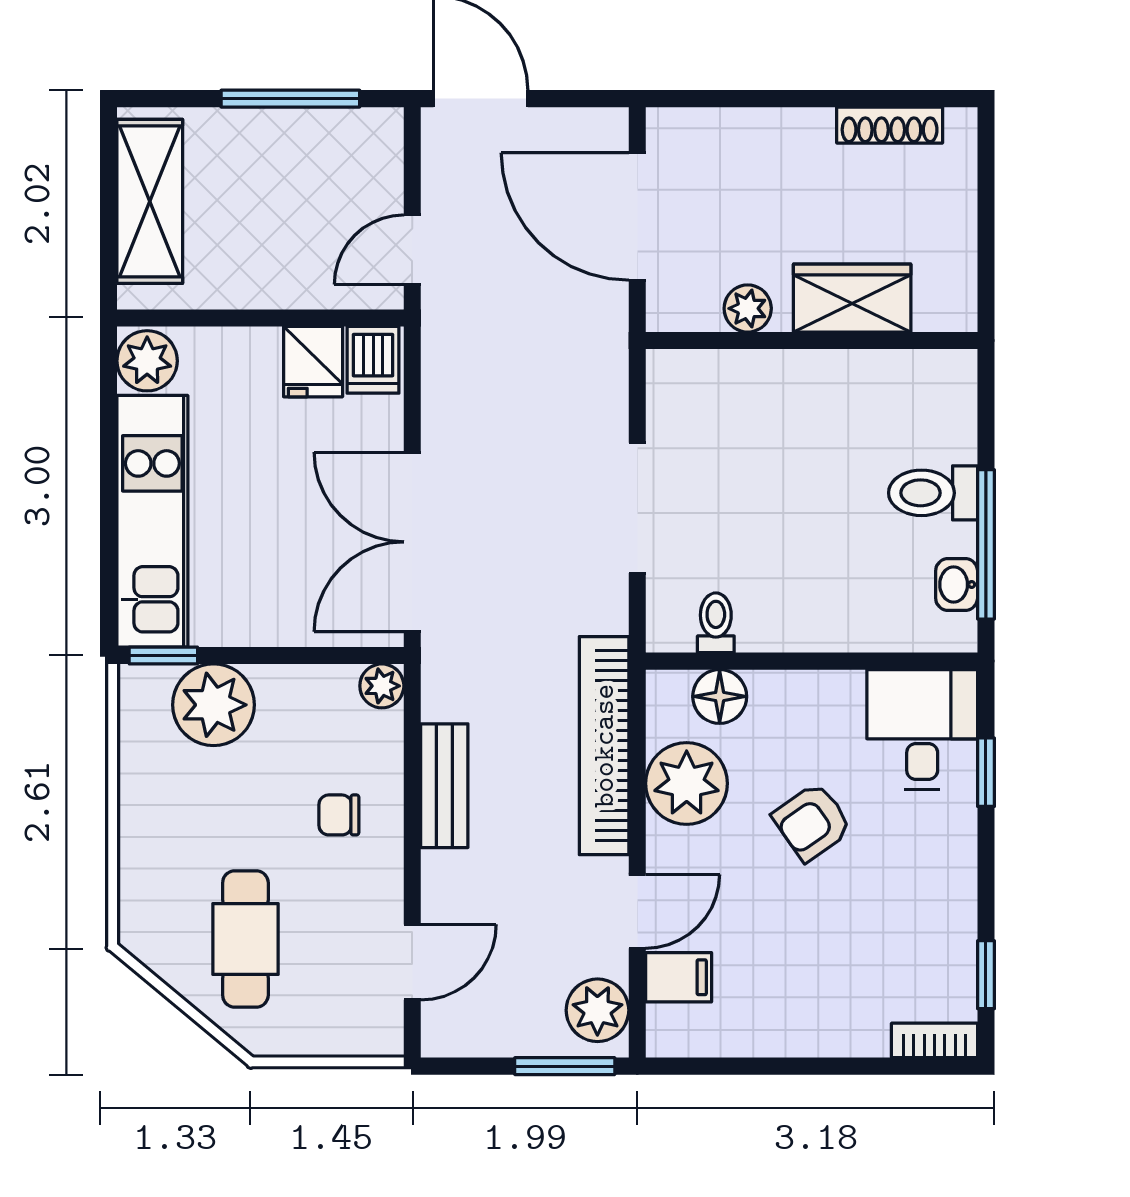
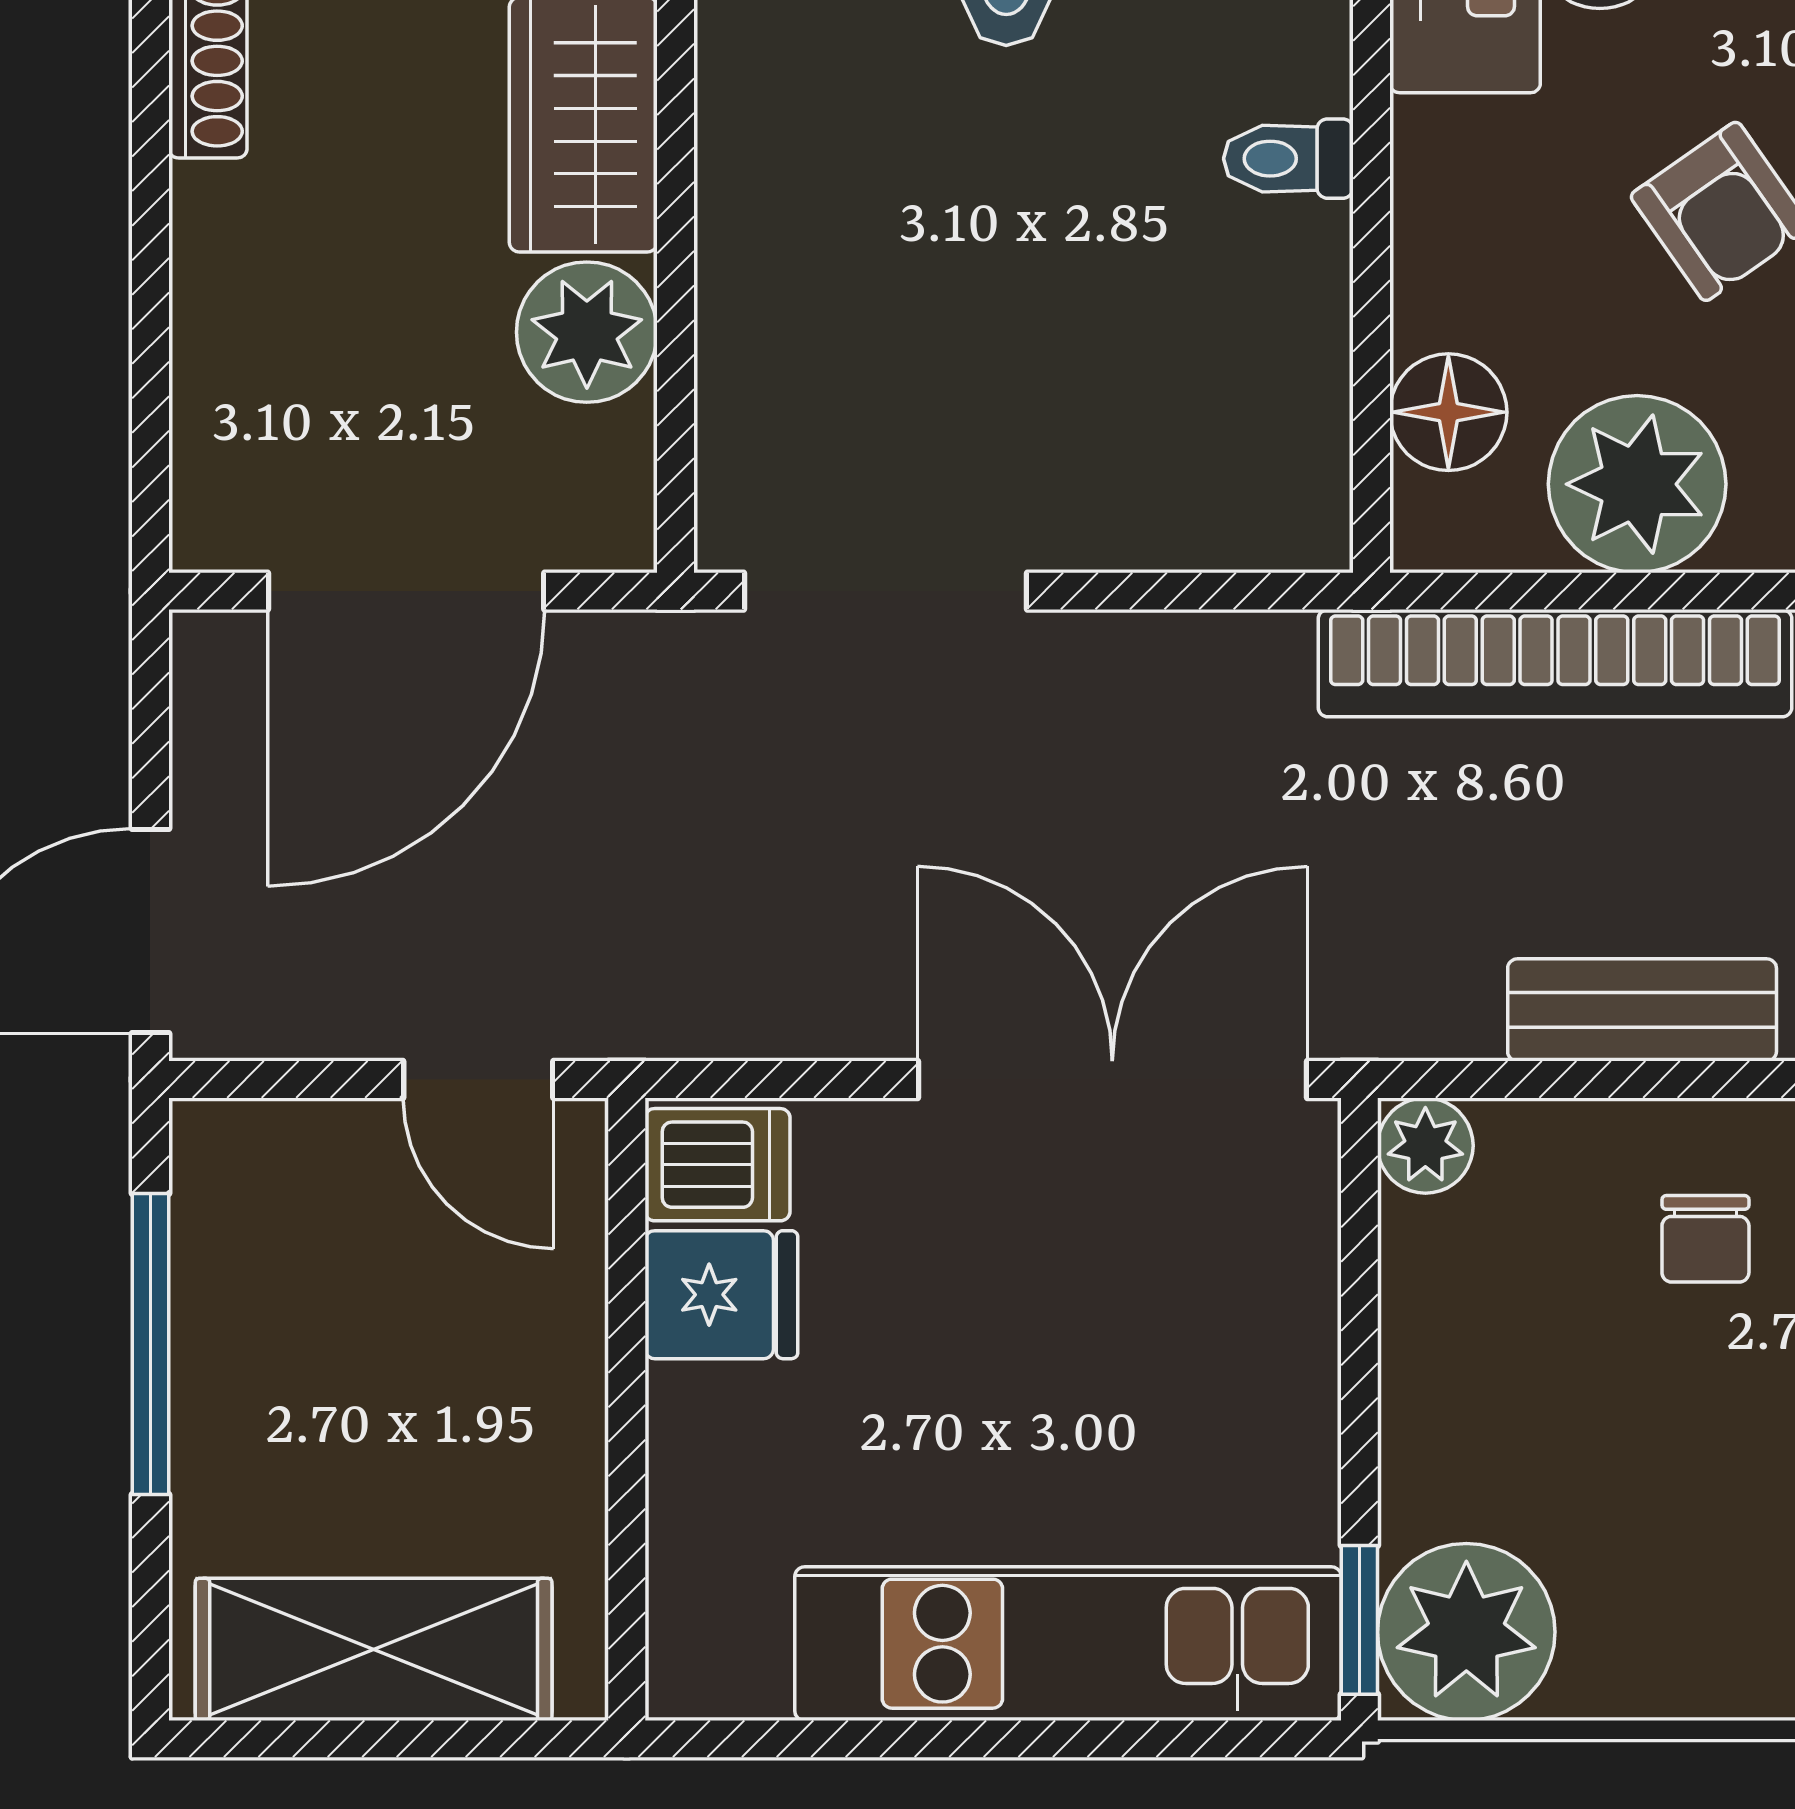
plant: (748, 308) -> (587, 332), width x1.38, depth x1.38
plant: (147, 361) -> (720, 1655), removed
doorway: (637, 508) -> (885, 591), moved
double door: (412, 542) -> (1112, 1080), swing flipped
toilet: (716, 623) -> (1288, 159), moved
plant: (214, 705) -> (1466, 1632), moved

